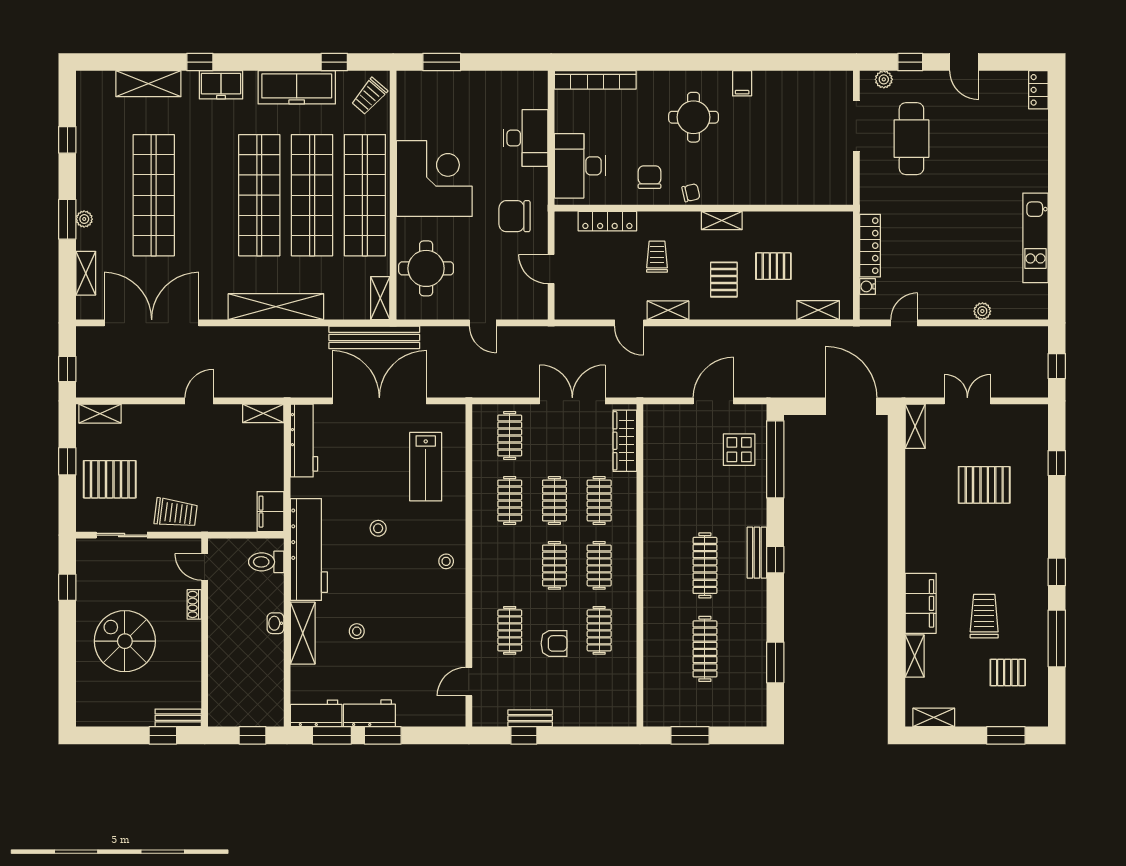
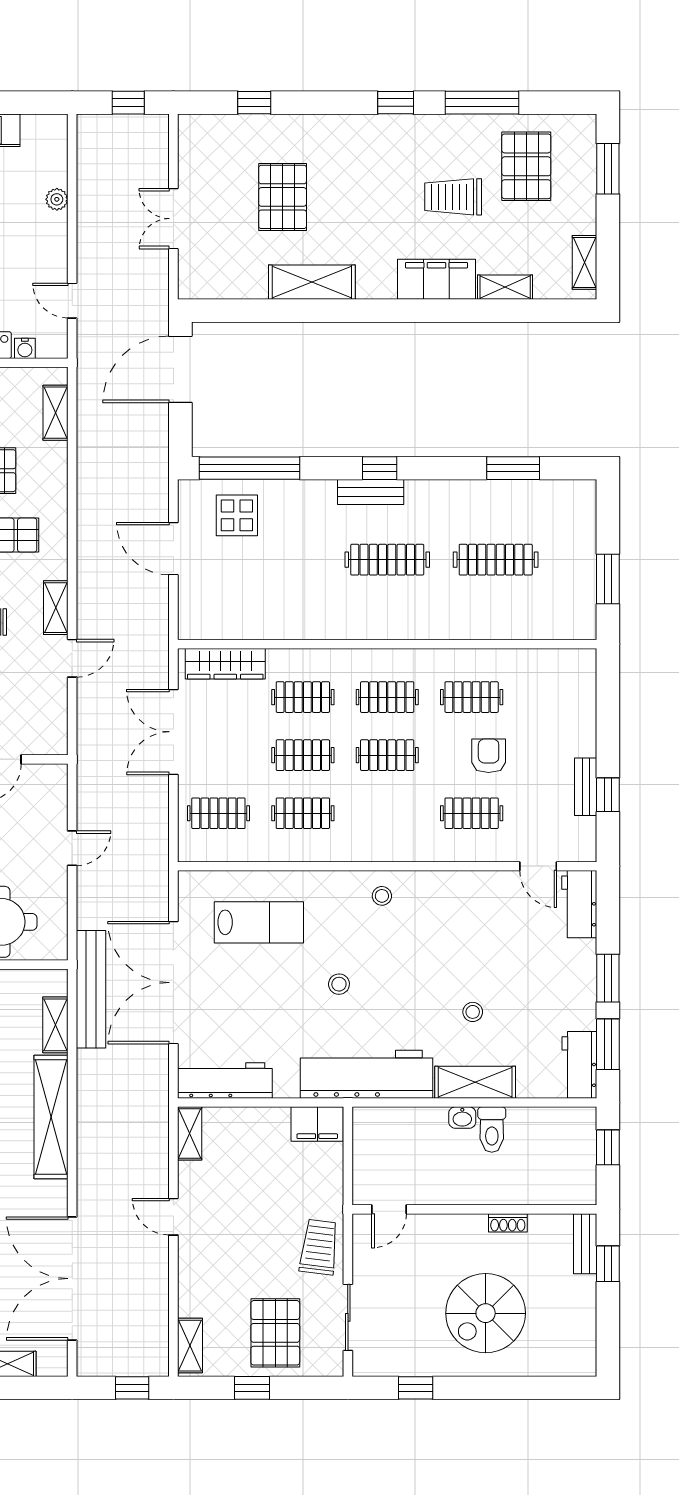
shelving: (380, 298) -> (55, 1025), moved, turned 90
shelving: (915, 426) -> (312, 282), moved, width x1.50, depth x1.33
toilet: (266, 562) -> (492, 1130), moved
shoe rack: (194, 604) -> (508, 1223), moved
pallet: (1008, 672) -> (526, 166), width x1.50, depth x1.42
workbench: (369, 713) -> (579, 904), moved

